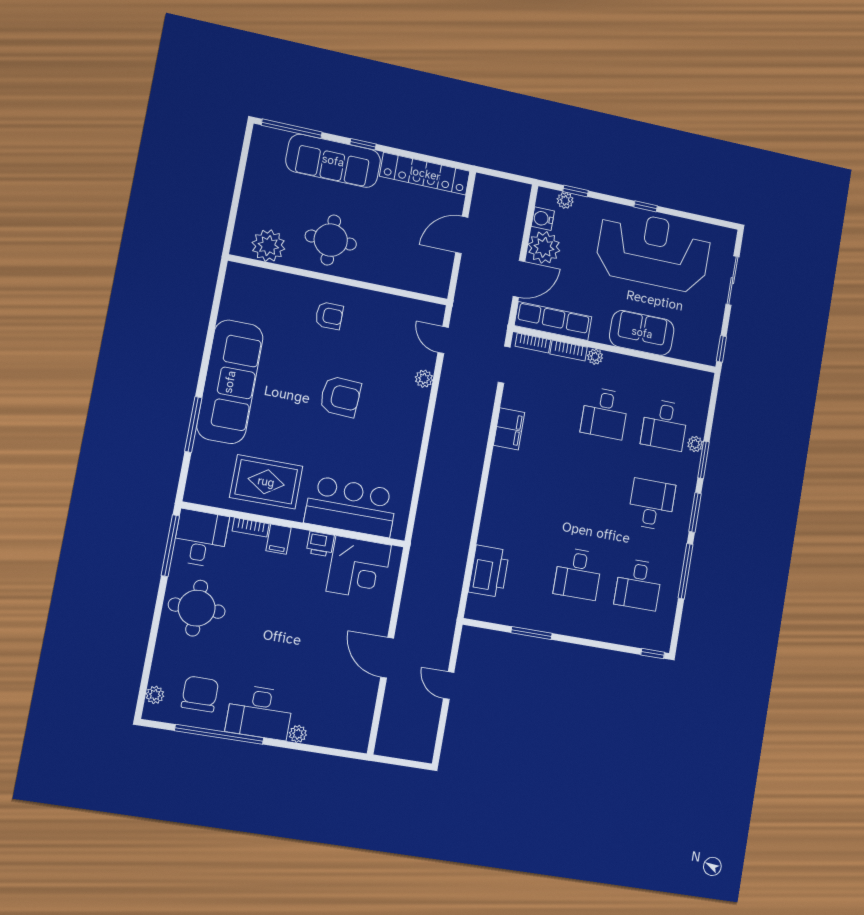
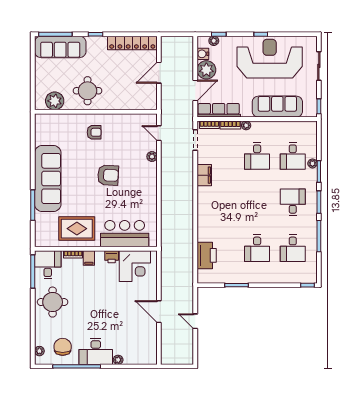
sofa: (333, 161) -> (60, 47), moved
sofa: (642, 333) -> (277, 107), width x1.36

